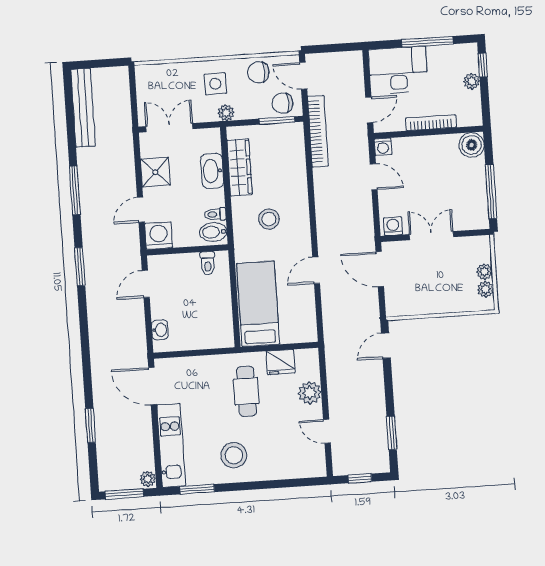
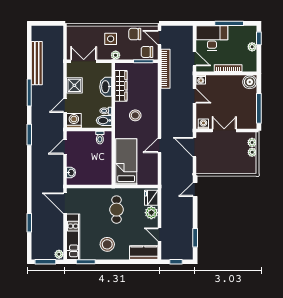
bench: (83, 108) -> (37, 63), moved
door: (369, 110) -> (195, 59), hinge flipped
plant: (485, 289) -> (252, 142), moved
fridge: (281, 362) -> (151, 198), moved, turned 90
kitchen counter: (301, 466) -> (144, 253), added

